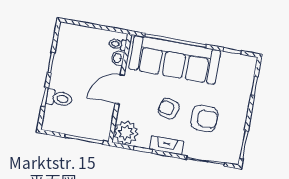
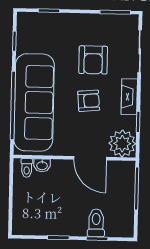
door: (120, 89) -> (90, 158), moved
armchair: (169, 109) -> (89, 101), turned -111
armchair: (204, 118) -> (93, 60), turned 180

